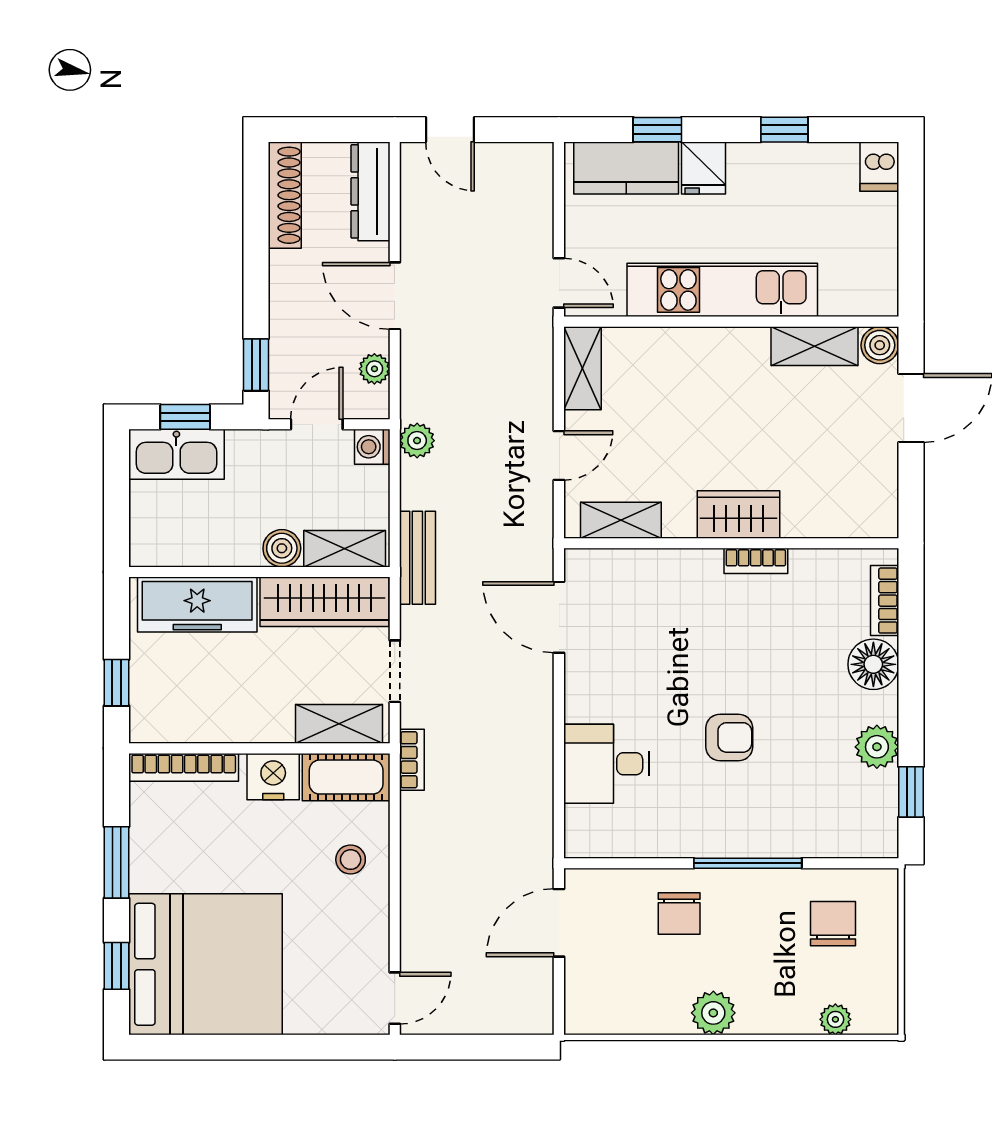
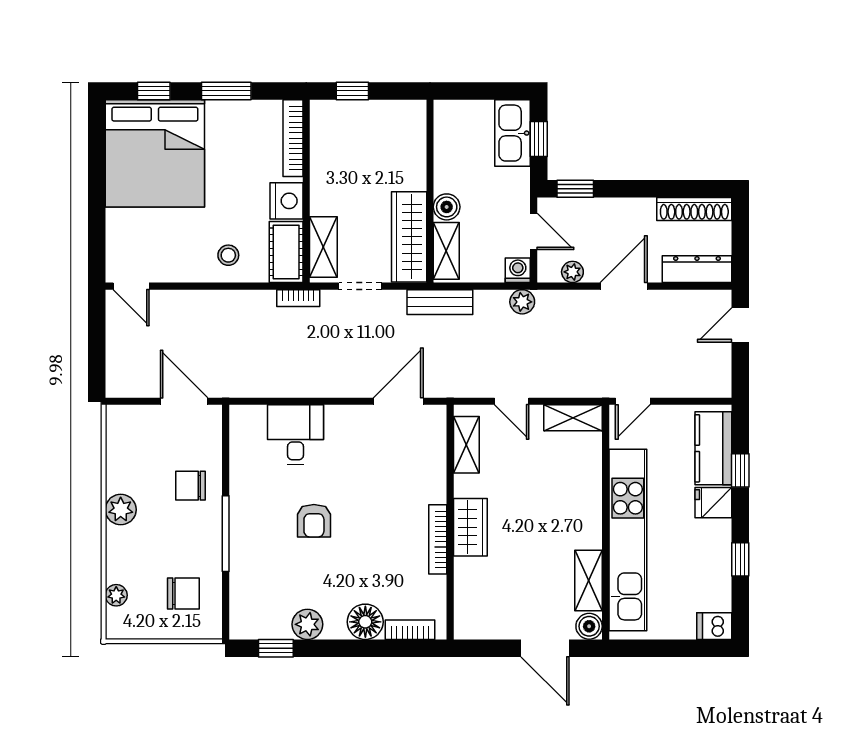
kitchen unit: (722, 290) -> (628, 540), width x1.36
bookcase: (756, 561) -> (438, 539), width x1.56
freezer: (197, 605) -> (407, 148), removed

